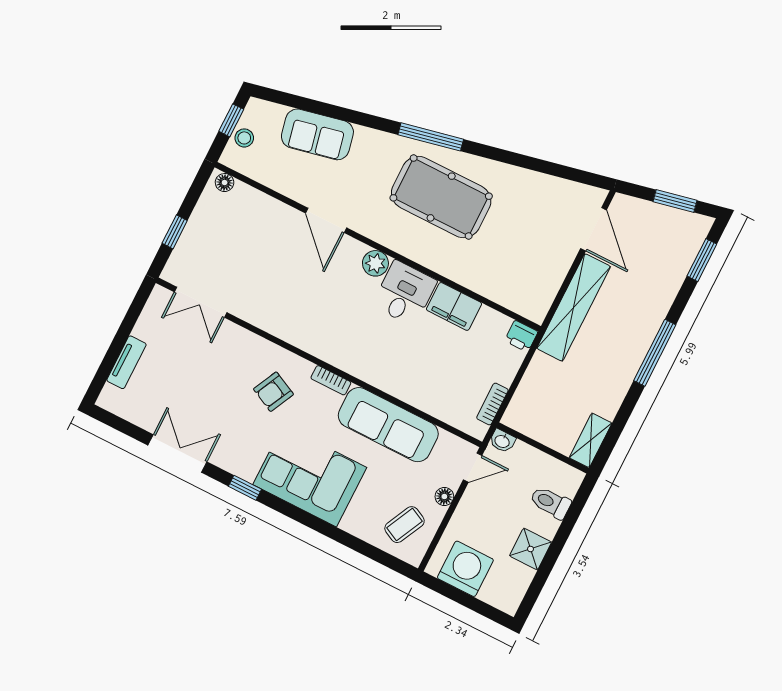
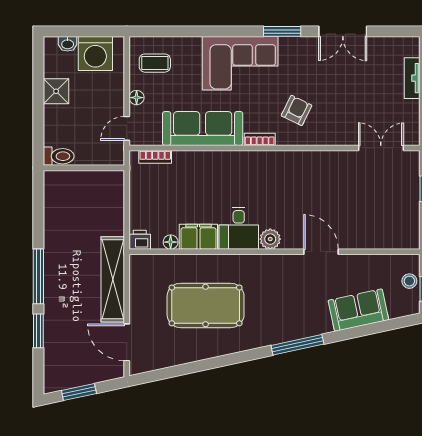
window: (431, 137) -> (297, 345), moved
floor lamp: (225, 183) -> (171, 242), moved
pool table: (441, 197) -> (206, 305), moved
window: (702, 260) -> (38, 331), moved
bookcase: (492, 404) -> (155, 157), moved, turned 90
shelving: (591, 440) -> (52, 191), removed
washbasin: (502, 441) -> (68, 44), moved, turned 180
window: (245, 488) -> (282, 31), width x1.50
toilet: (550, 502) -> (59, 156), moved
coffee table: (405, 525) -> (155, 63), turned 64

